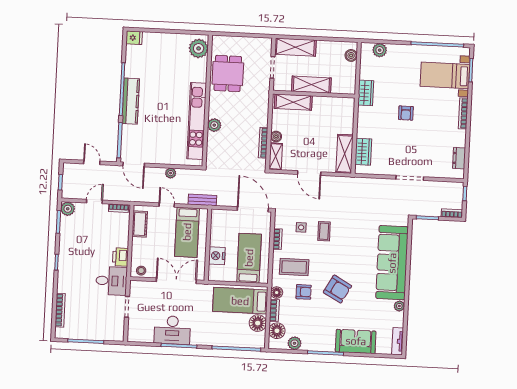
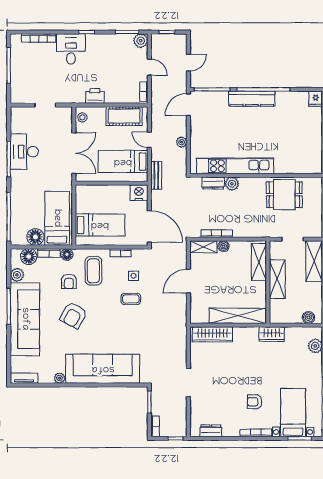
plant: (199, 48) -> (308, 164), removed
armchair: (406, 113) -> (255, 402), moved
dresser: (213, 144) -> (213, 183), added
wardrobe: (363, 152) -> (212, 334), width x1.50
shelving: (345, 154) -> (238, 316), moved, width x1.47
door: (167, 205) -> (149, 140), swing flipped
door: (253, 209) -> (149, 226), hinge flipped
cot: (140, 224) -> (124, 116), width x1.37, depth x1.34
nightstand: (217, 256) -> (139, 193), moved
desk: (111, 281) -> (71, 49), moved, turned 180
sofa: (356, 341) -> (25, 319), width x1.85, depth x1.27

